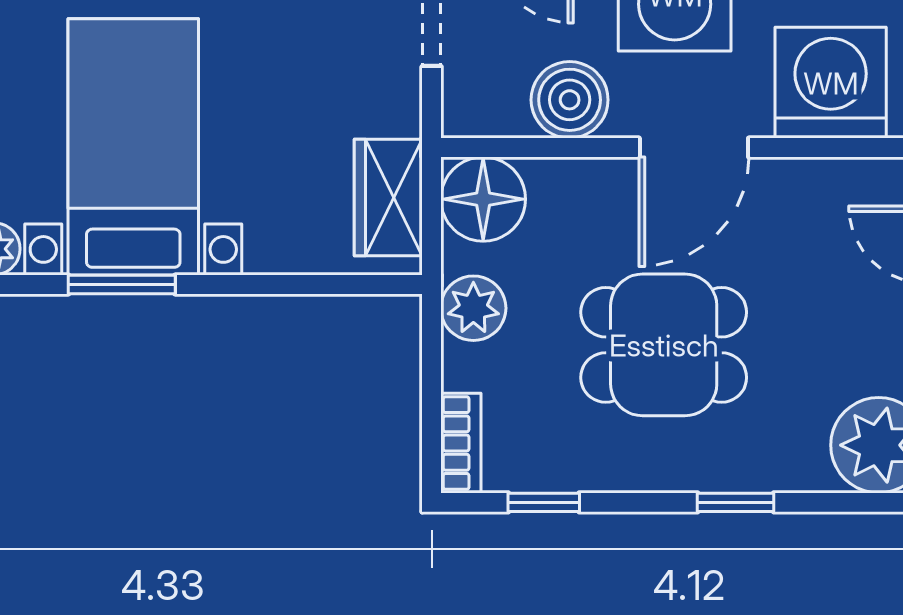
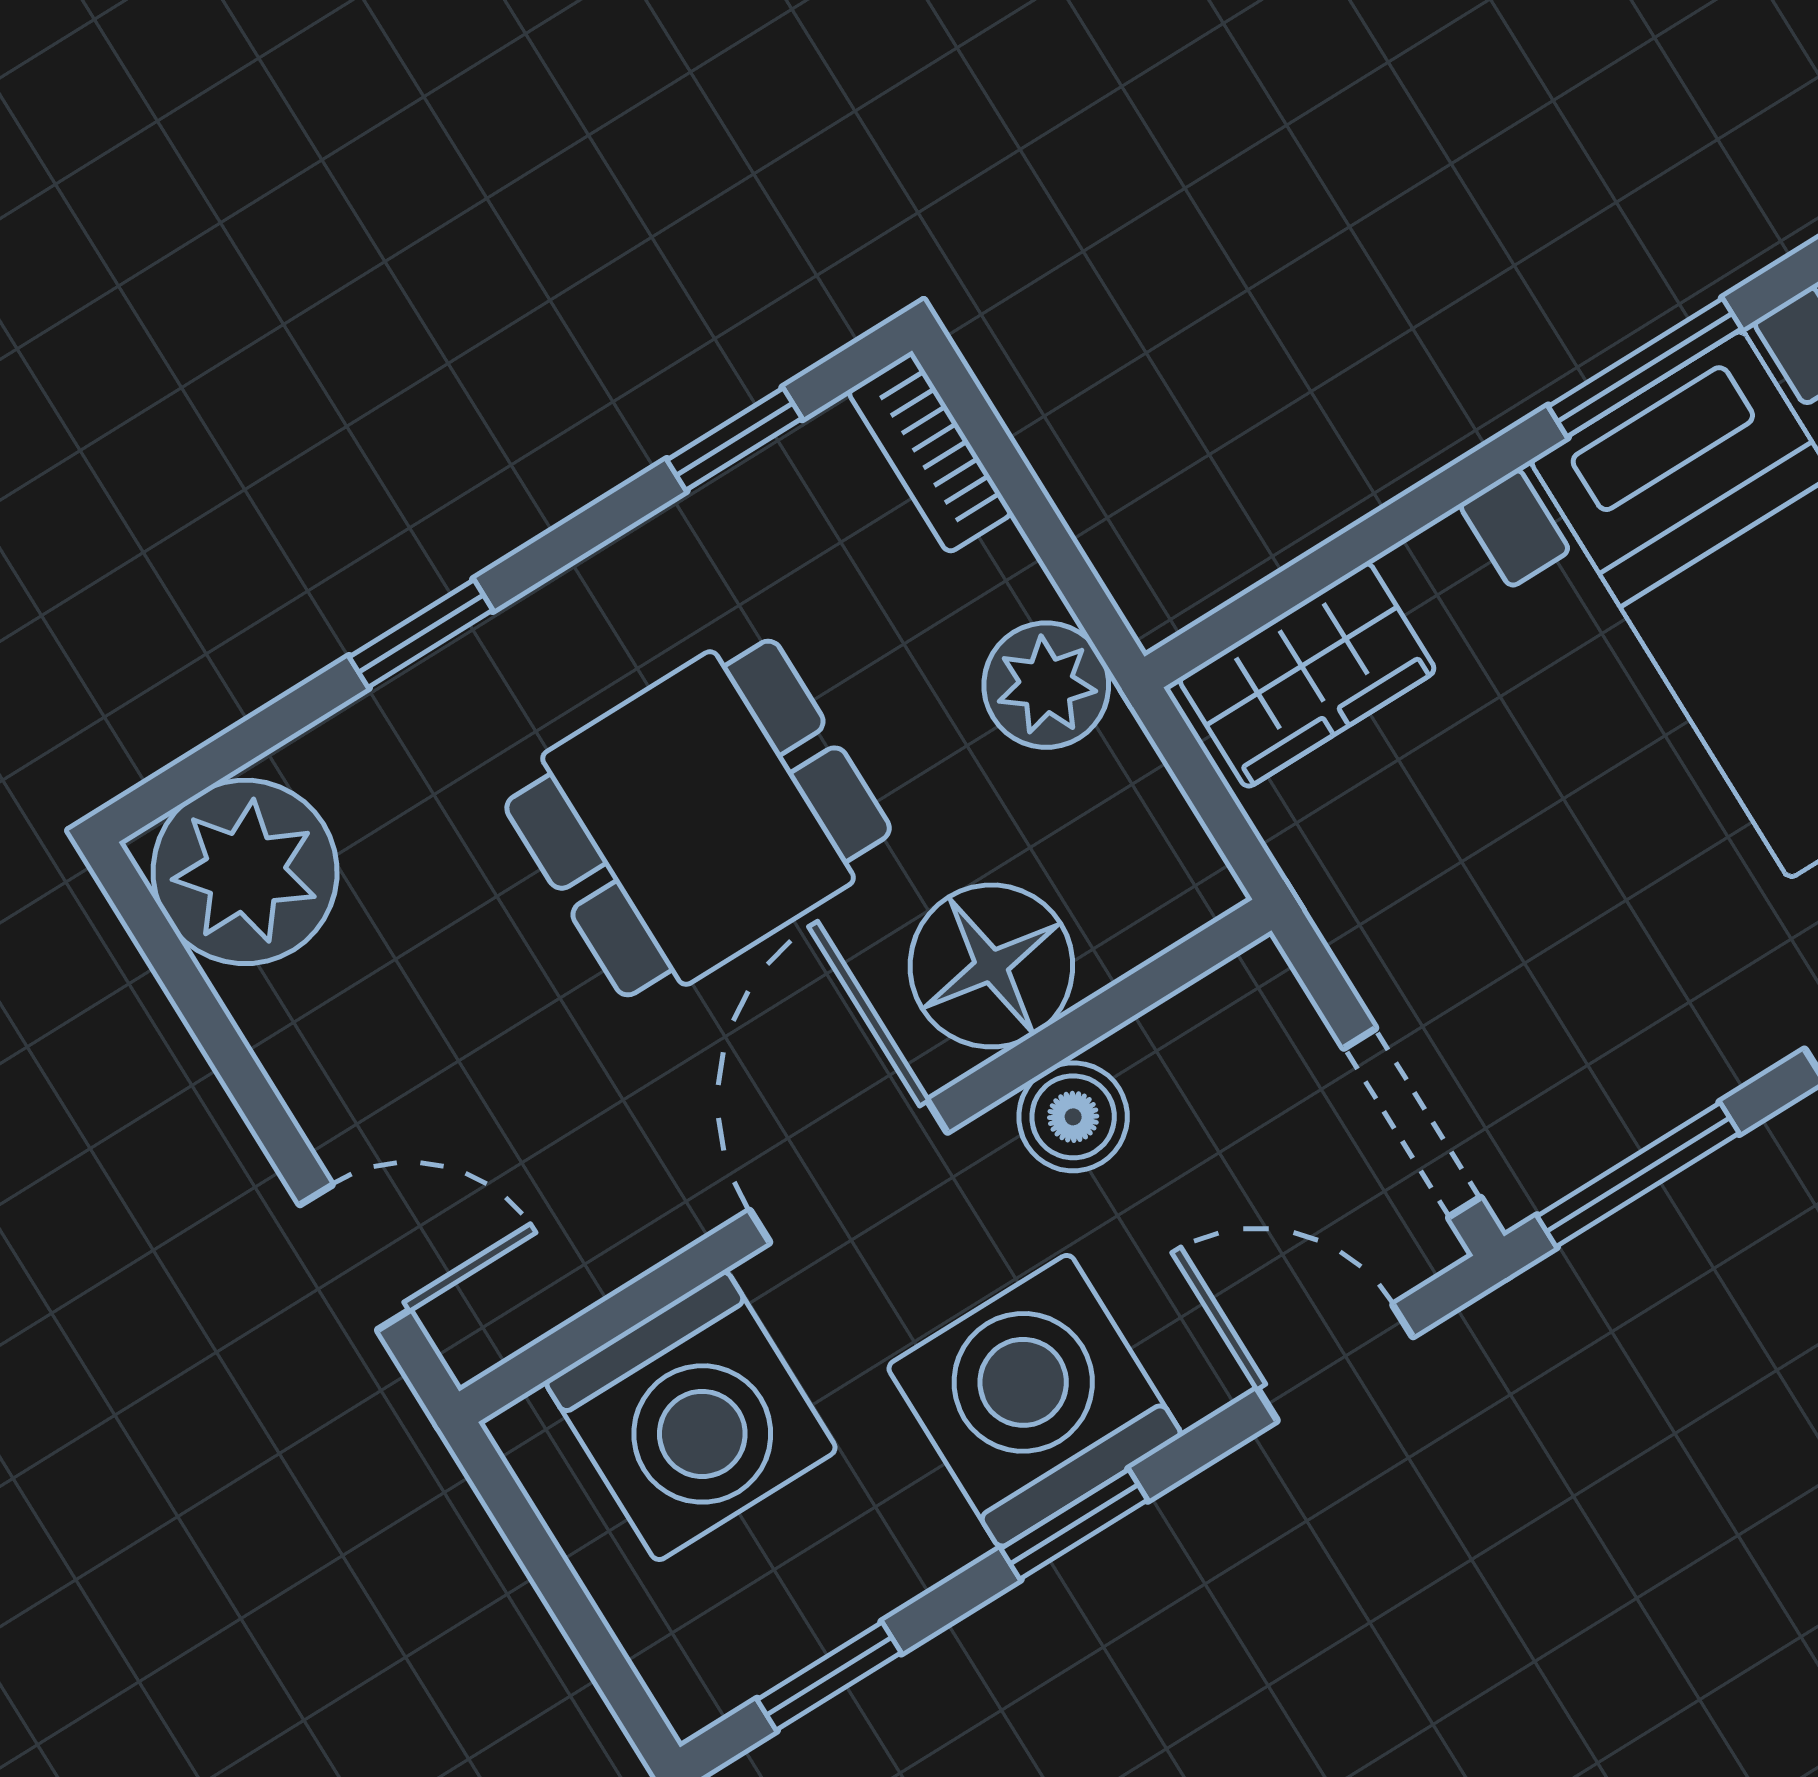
boiler: (570, 100) -> (1073, 1117), width x0.73, depth x0.73
wardrobe: (388, 197) -> (1307, 675), moved, turned 90
floor lamp: (483, 199) -> (991, 966), moved

